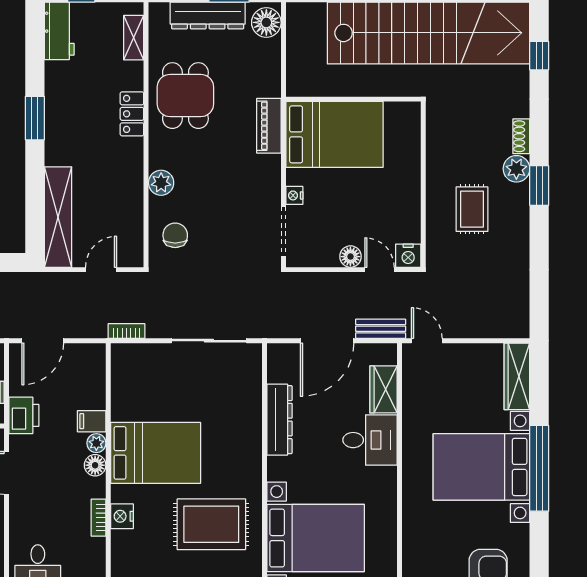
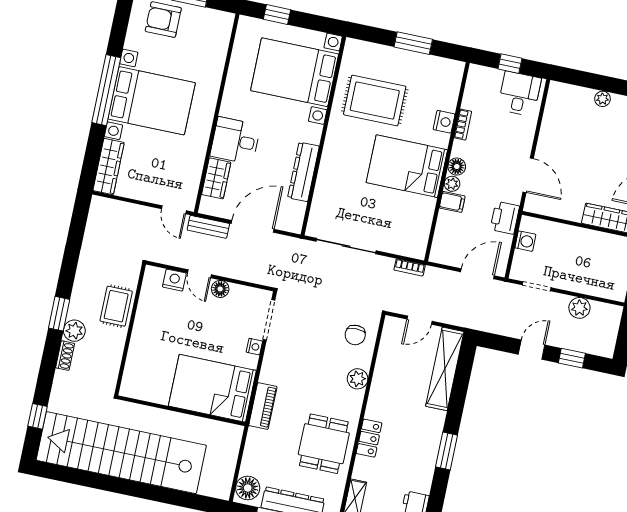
wall: (423, 184) -> (130, 330), moved

